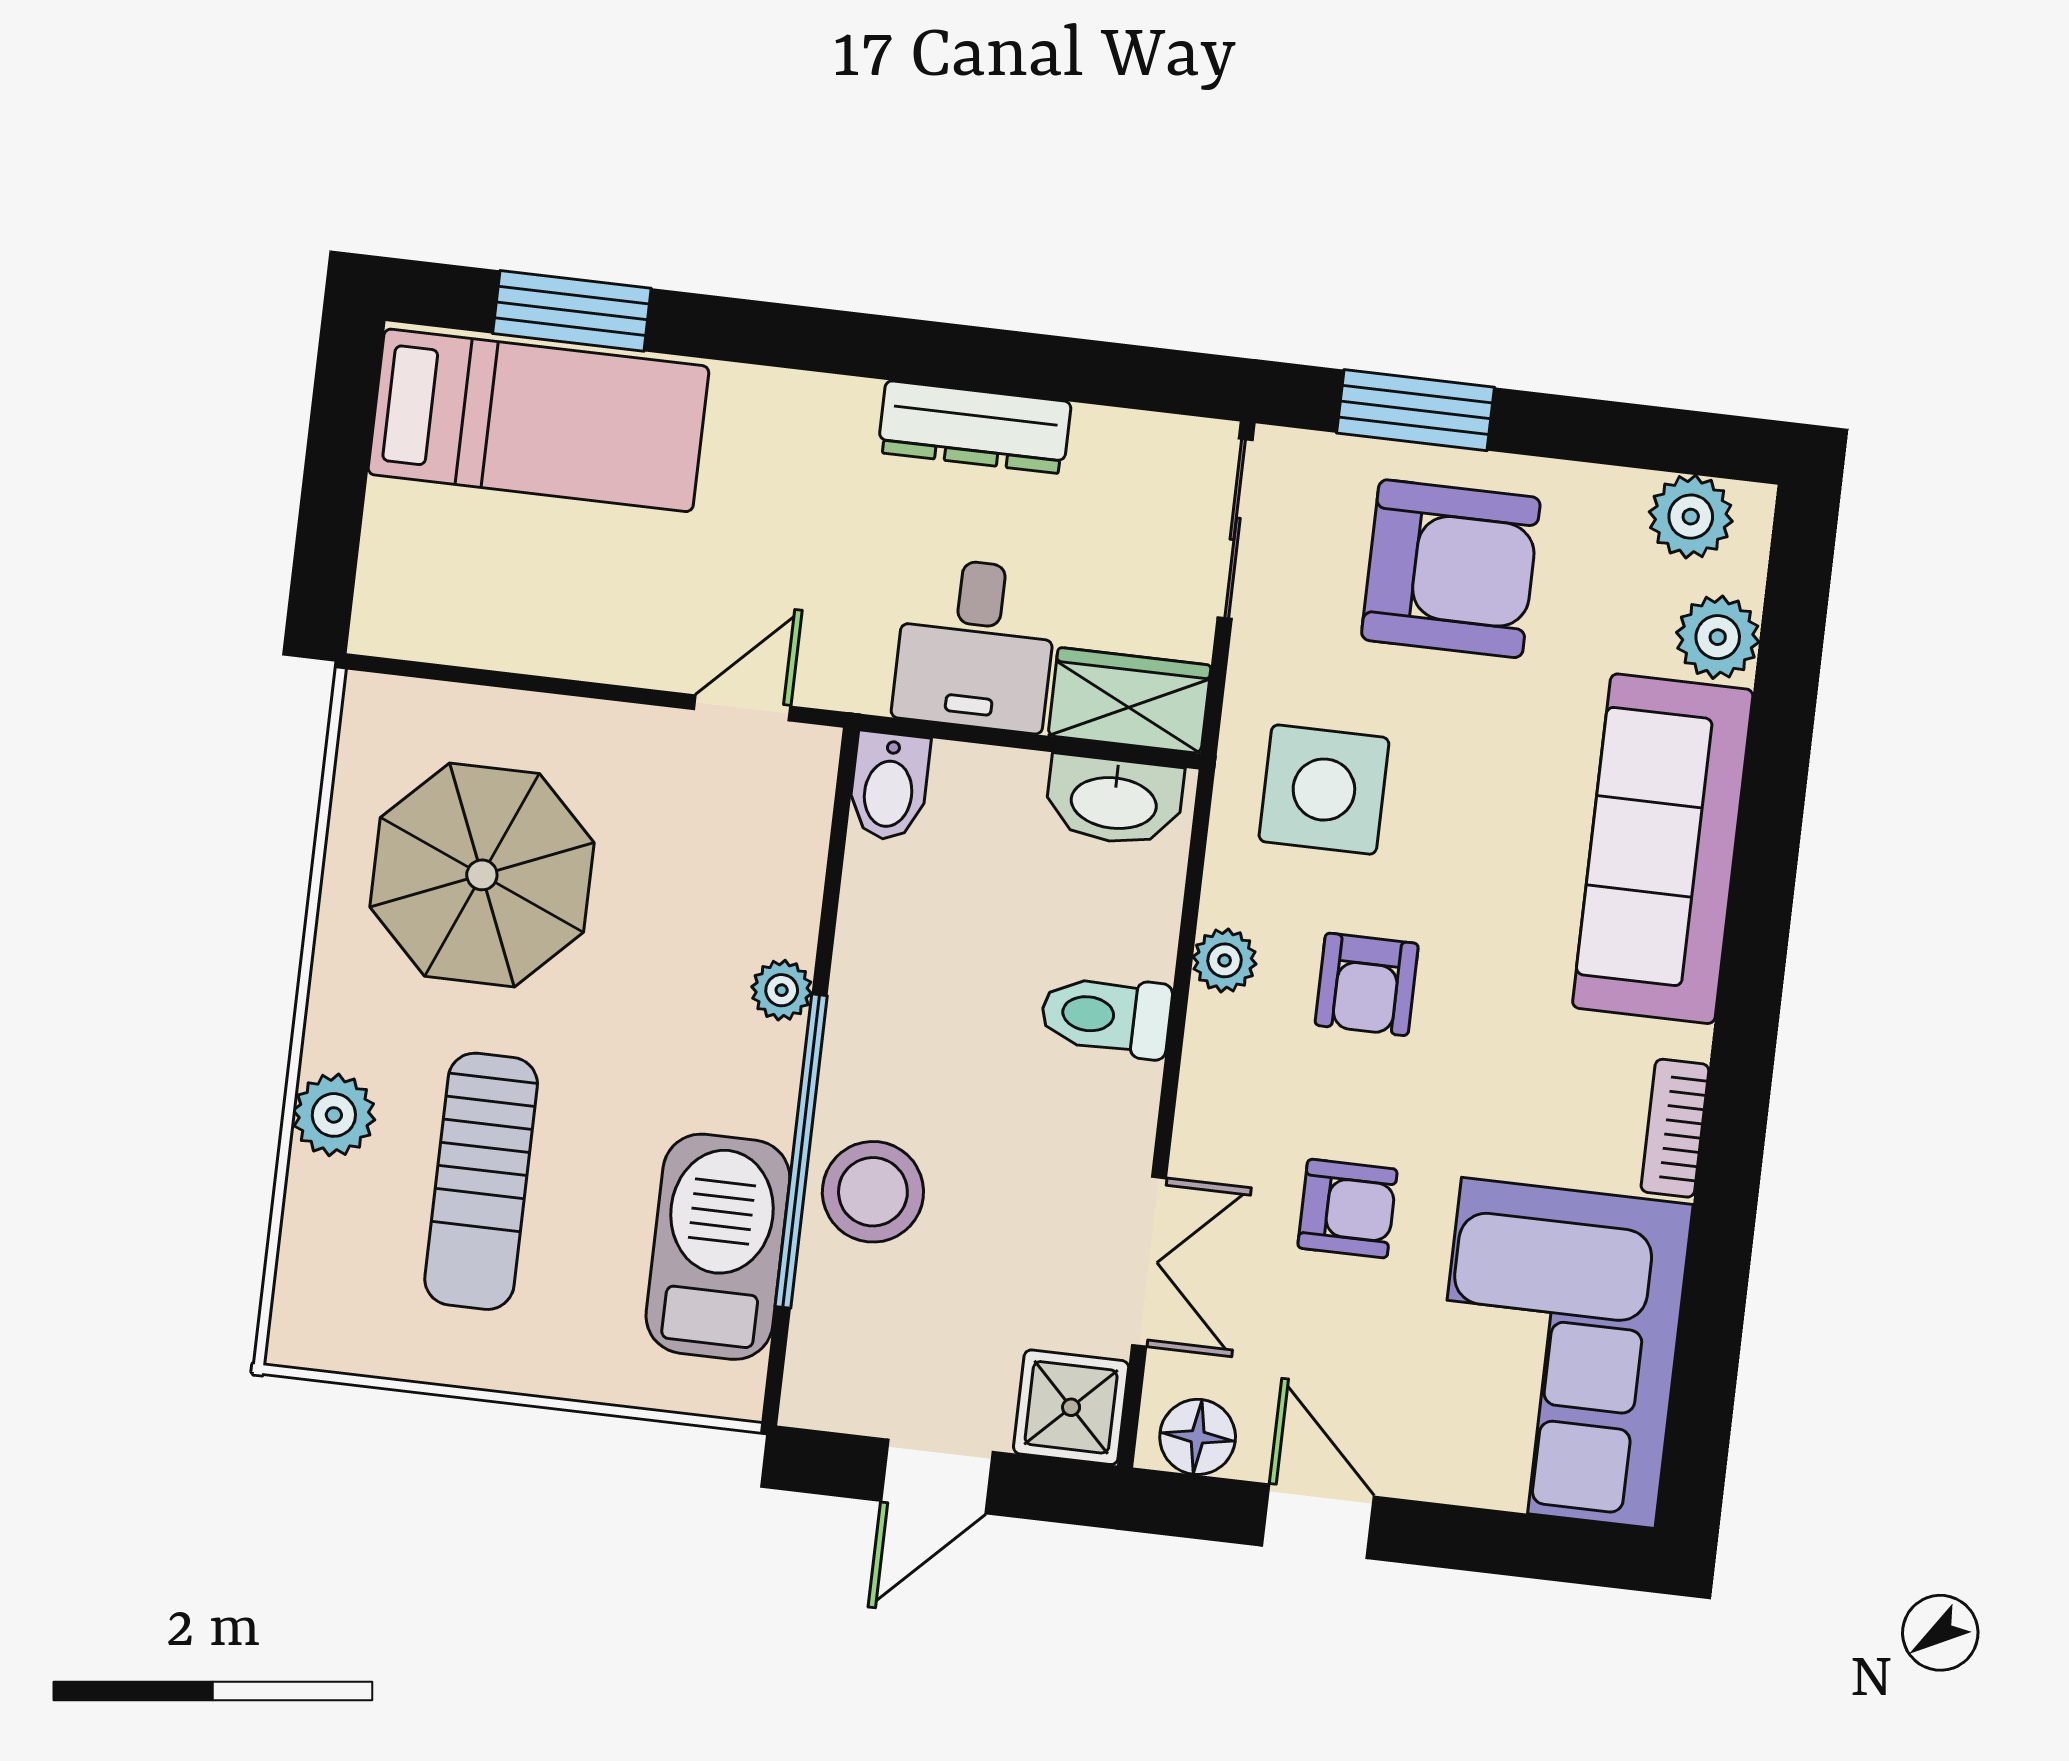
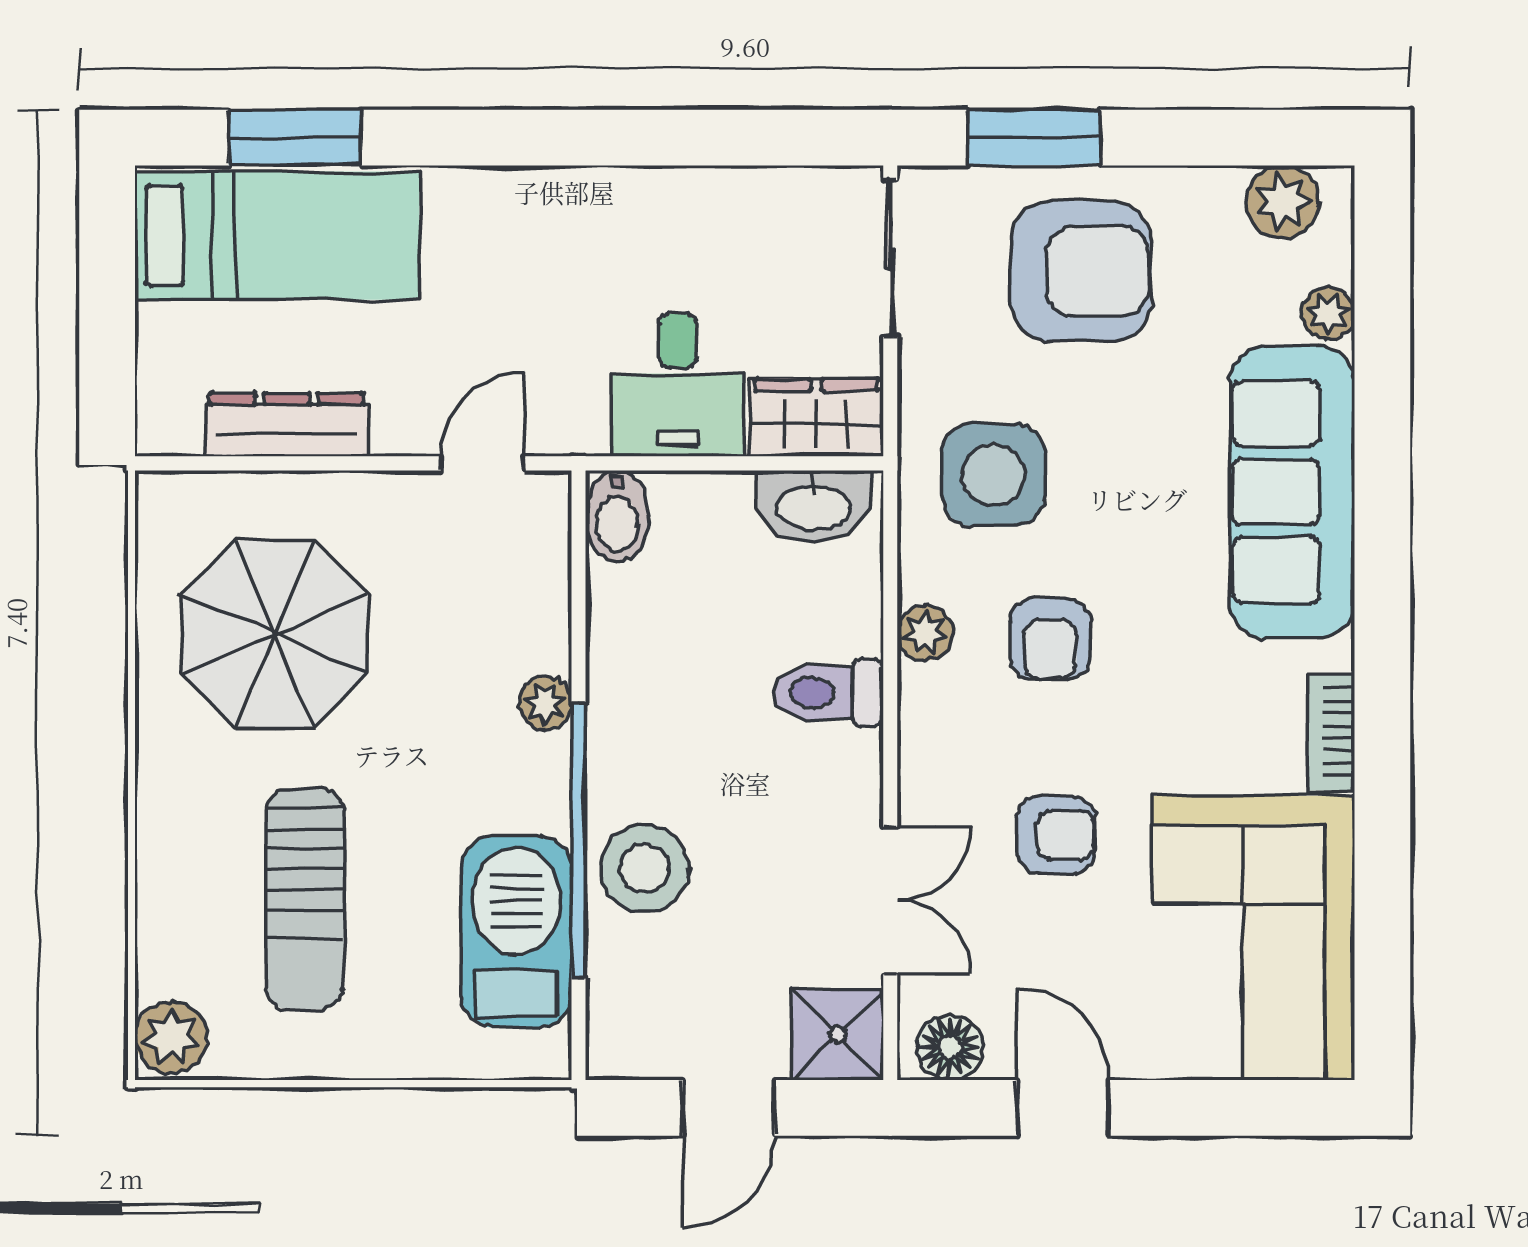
dresser: (974, 427) -> (287, 425), moved, turned 180
plant: (1718, 637) -> (1328, 313), width x0.73, depth x0.73
plant: (334, 1115) -> (171, 1037), moved

